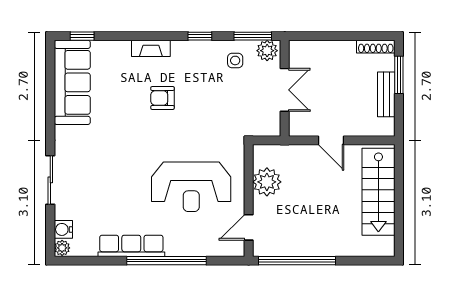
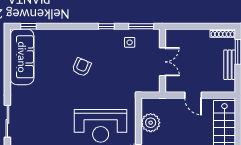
fireplace: (151, 48) -> (74, 34), removed
plant: (267, 51) -> (151, 36), removed
armchair: (162, 98) -> (82, 67), turned 113

